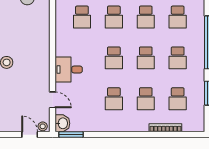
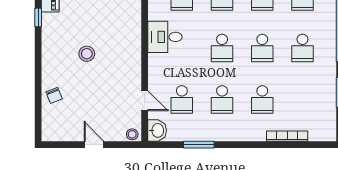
desk: (69, 69) -> (165, 37), moved
school desk: (178, 99) -> (182, 99), moved
door: (30, 135) -> (94, 145), moved
window: (71, 135) -> (199, 145), moved

